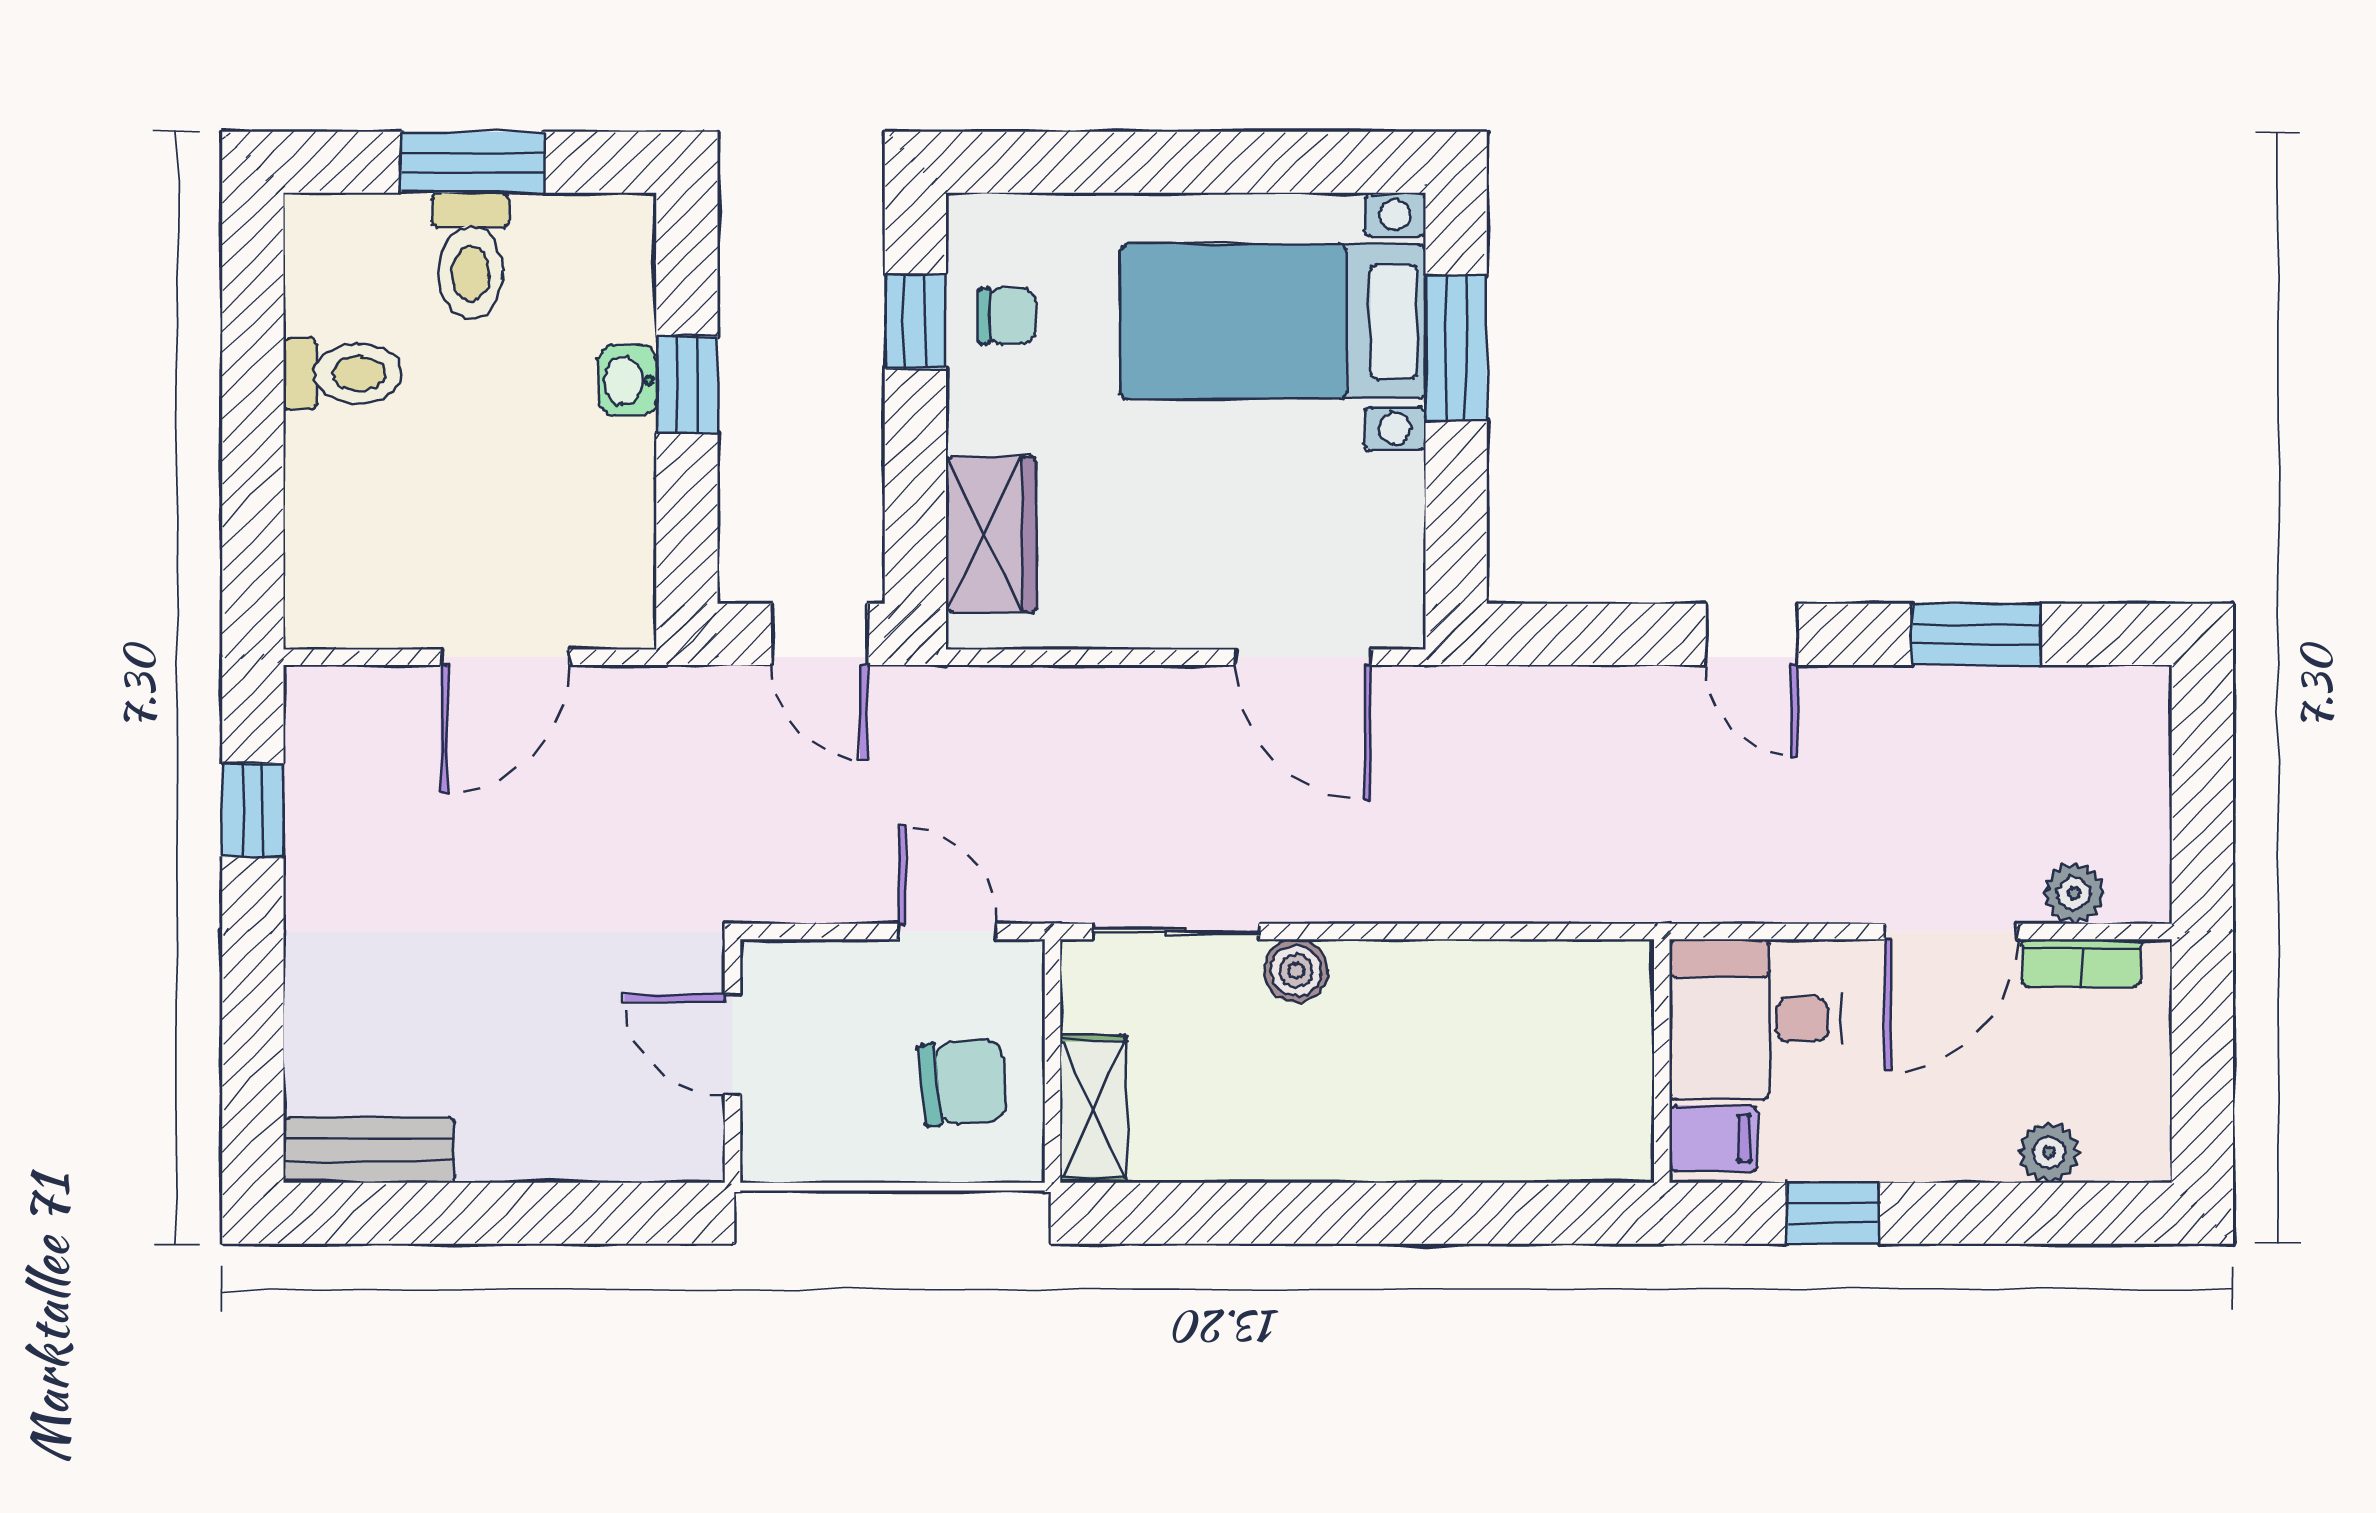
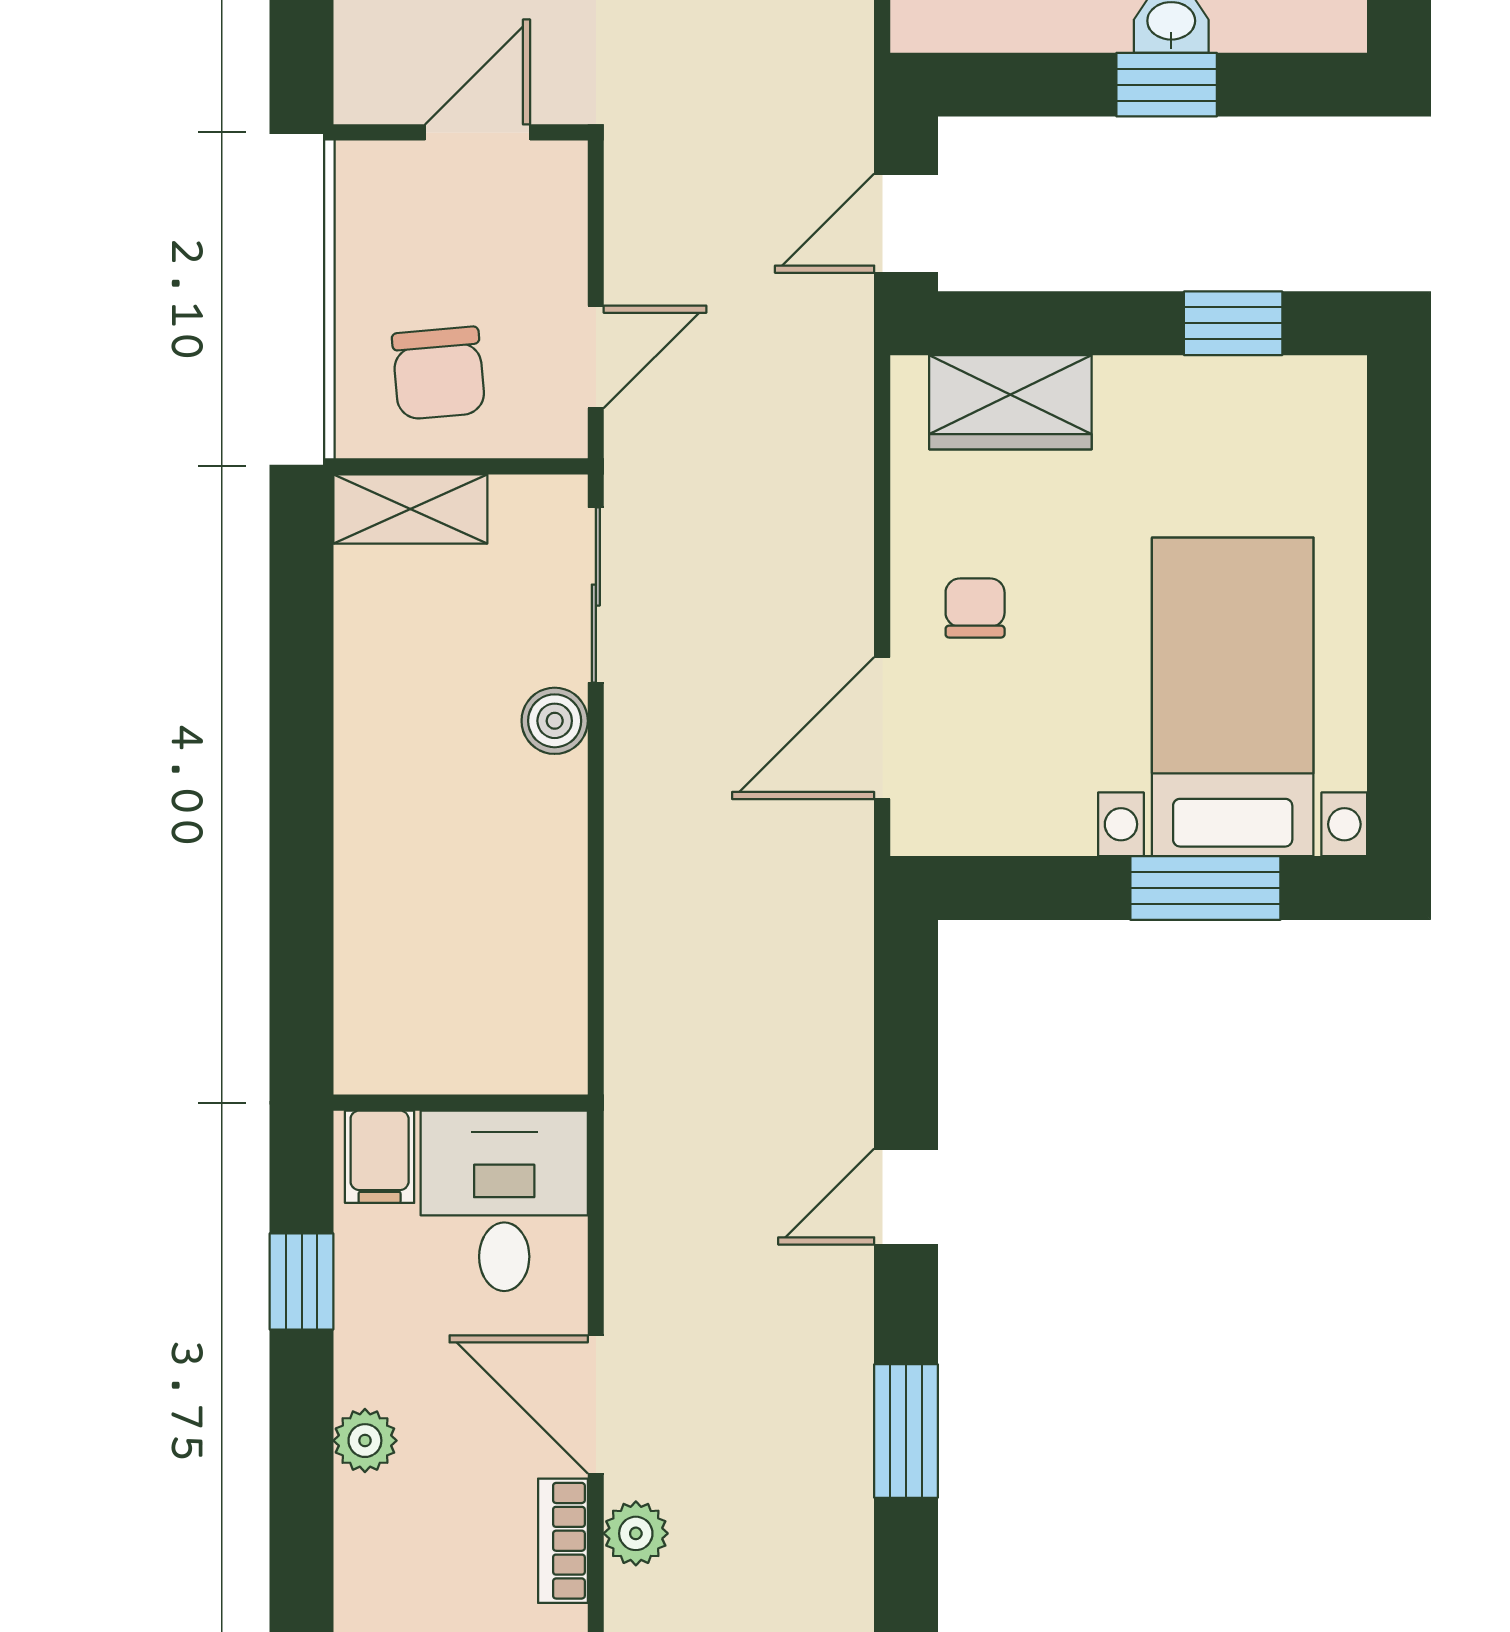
chair: (1007, 316) -> (975, 608), moved, turned 180
plant: (2049, 1152) -> (365, 1441), moved

